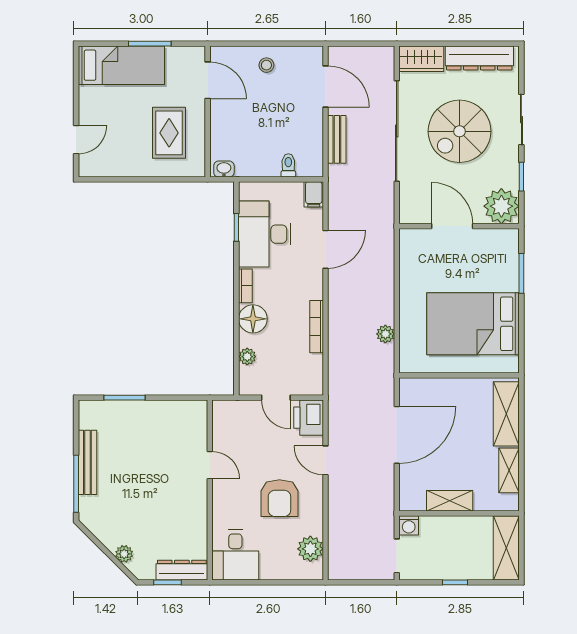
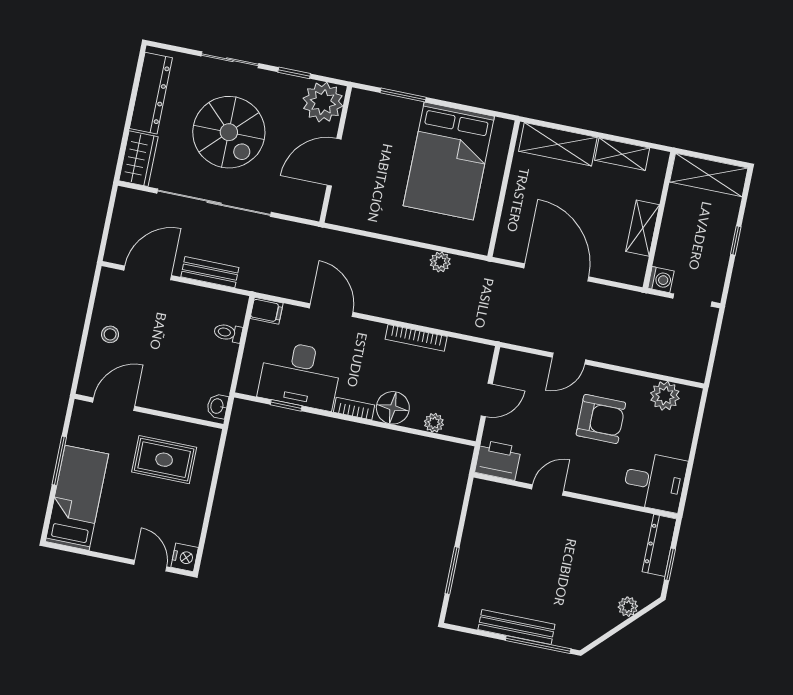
nightstand: (89, 167) -> (185, 557), added
printer: (309, 418) -> (498, 460), moved, turned 180

